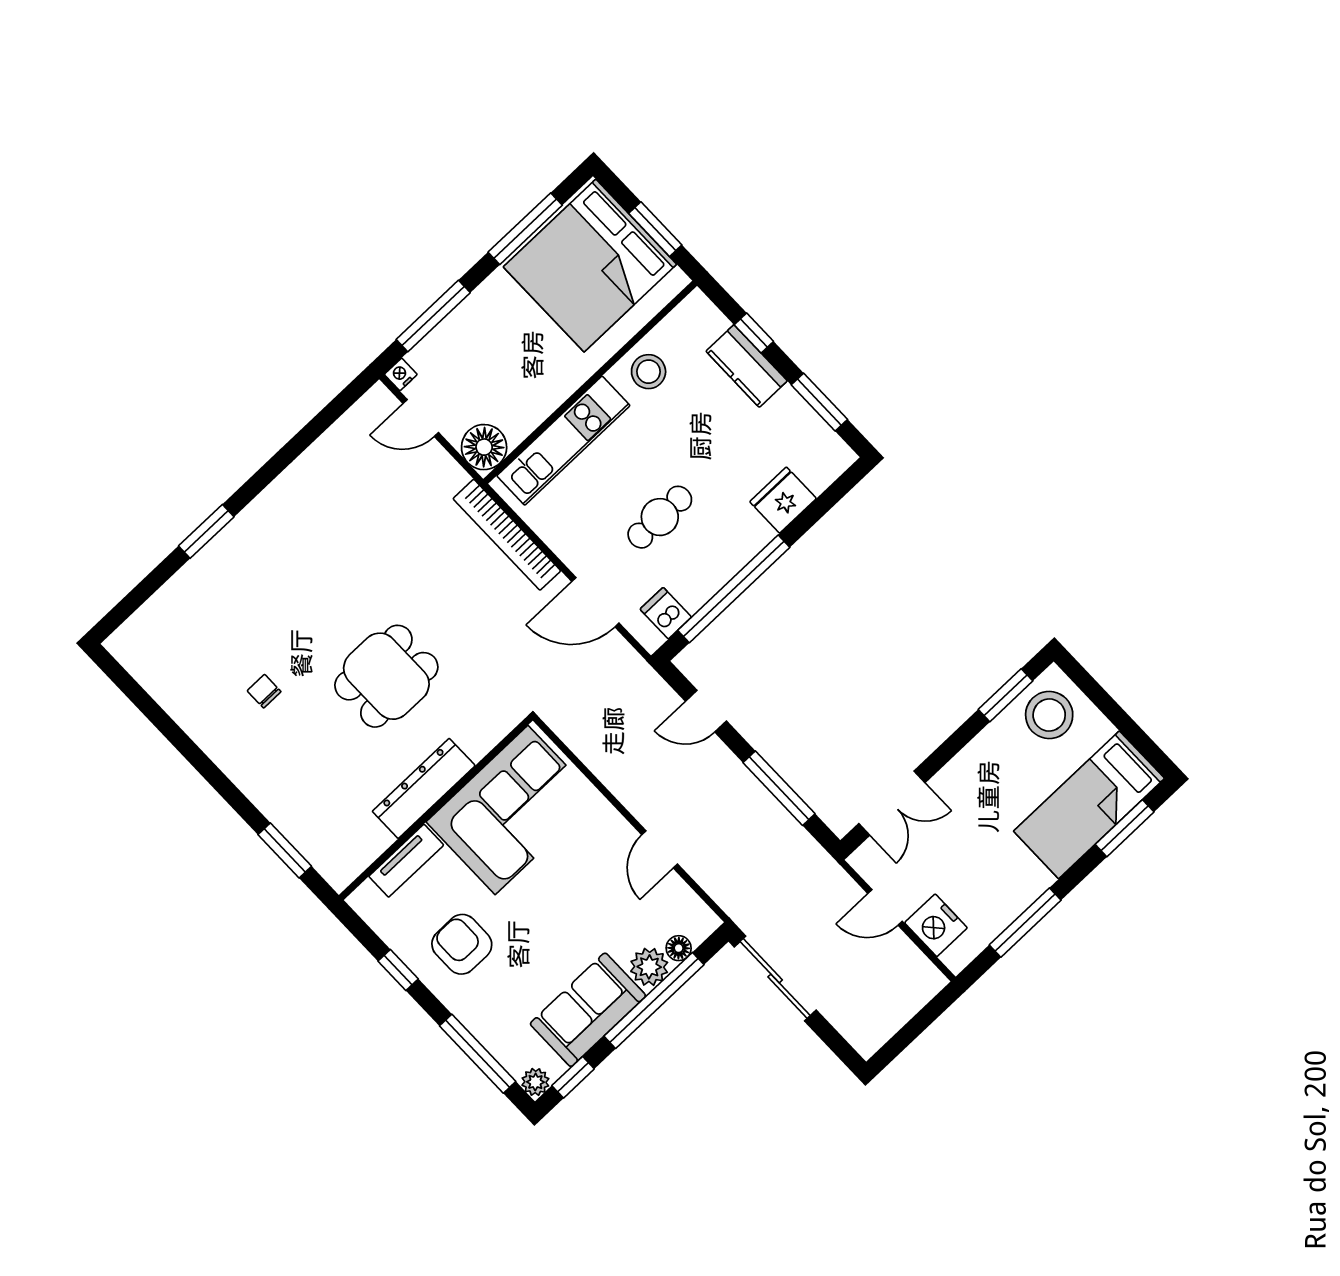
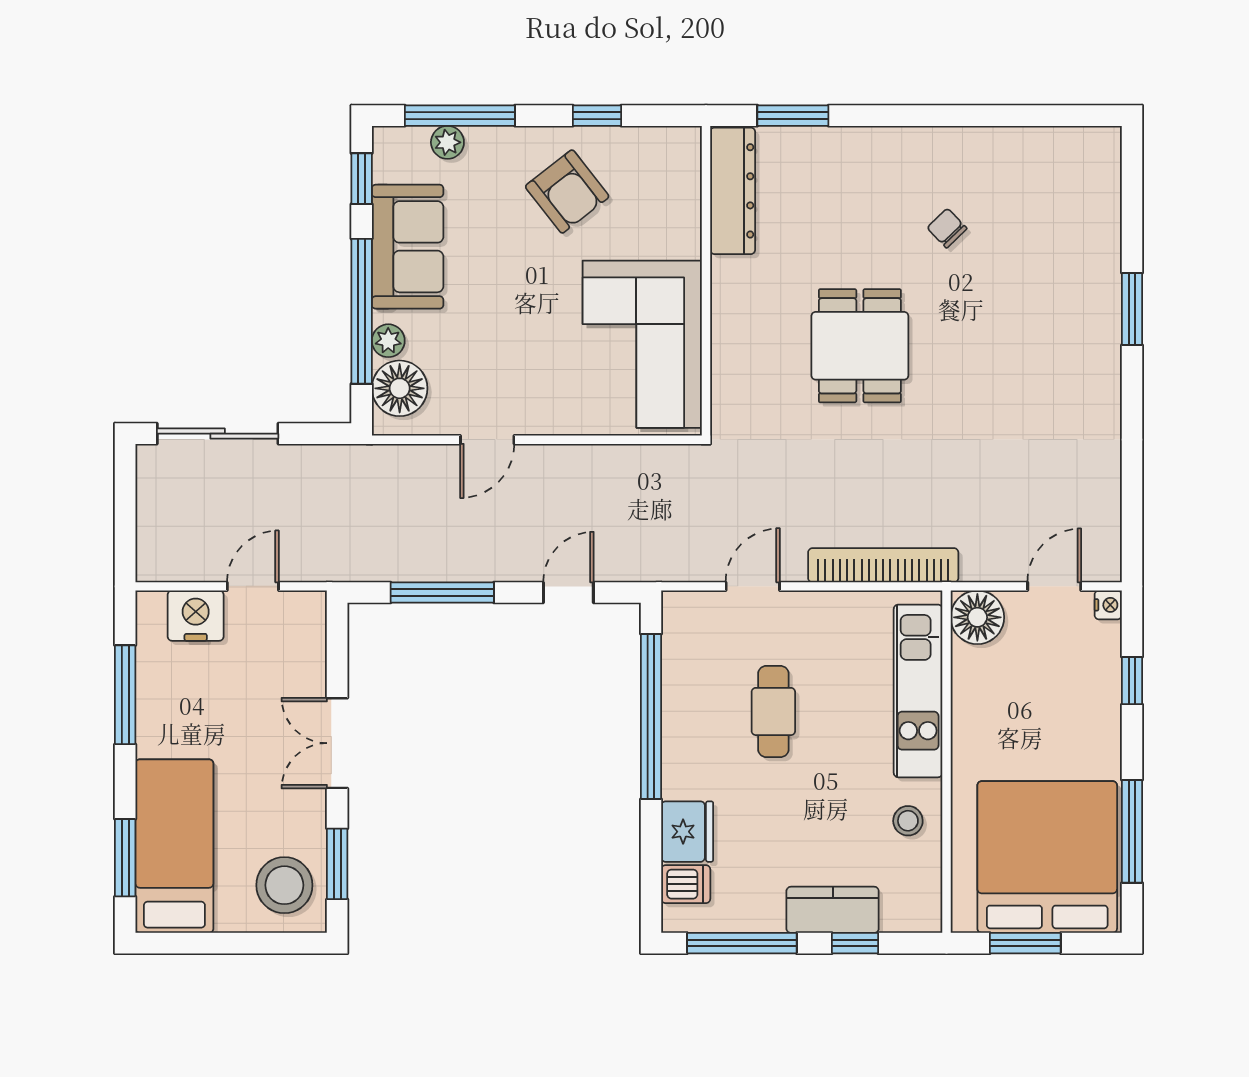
window: (433, 316) -> (1132, 681), width x0.46
stool: (649, 372) -> (908, 821), width x0.73, depth x0.73
window: (819, 402) -> (742, 943), width x1.44
door: (595, 602) -> (753, 586), width x0.73
dishwasher: (666, 613) -> (686, 884), moved
chair: (264, 691) -> (947, 228), turned -134
dresser: (424, 788) -> (733, 191), moved
double door: (892, 803) -> (337, 743), moved
door: (660, 849) -> (487, 440), swing flipped
tv unit: (406, 861) -> (685, 212), removed
armchair: (462, 944) -> (567, 191), turned 52
floor lamp: (679, 948) -> (400, 388), width x1.89, depth x1.89
plant: (649, 967) -> (388, 341), width x0.73, depth x0.73
sliding door: (775, 978) -> (218, 434), moved
plant: (535, 1082) -> (447, 142), moved

